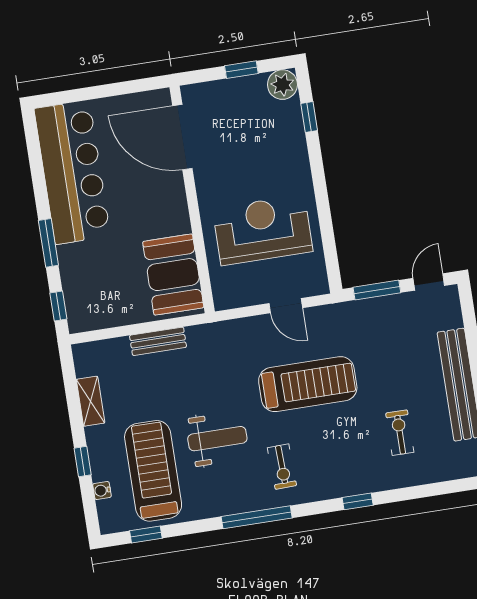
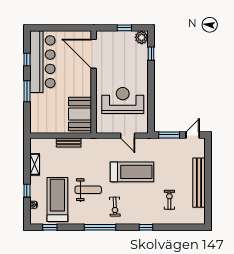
window: (58, 306) -> (27, 60), moved

